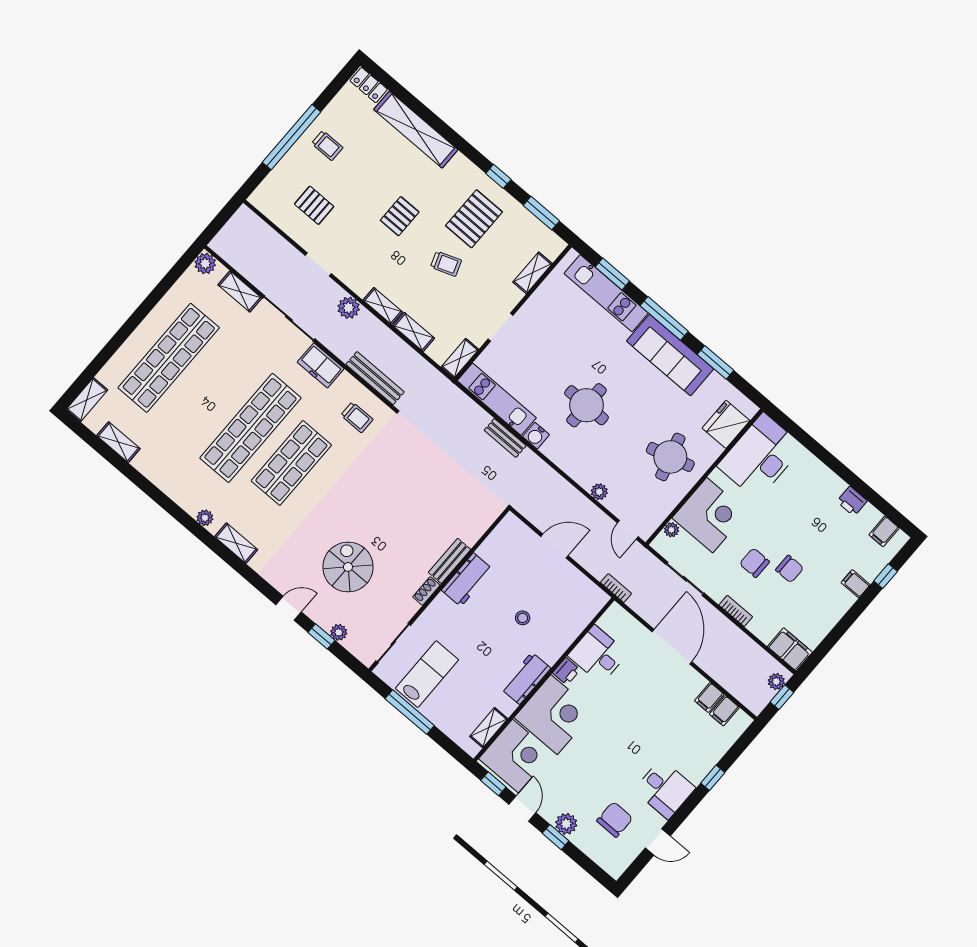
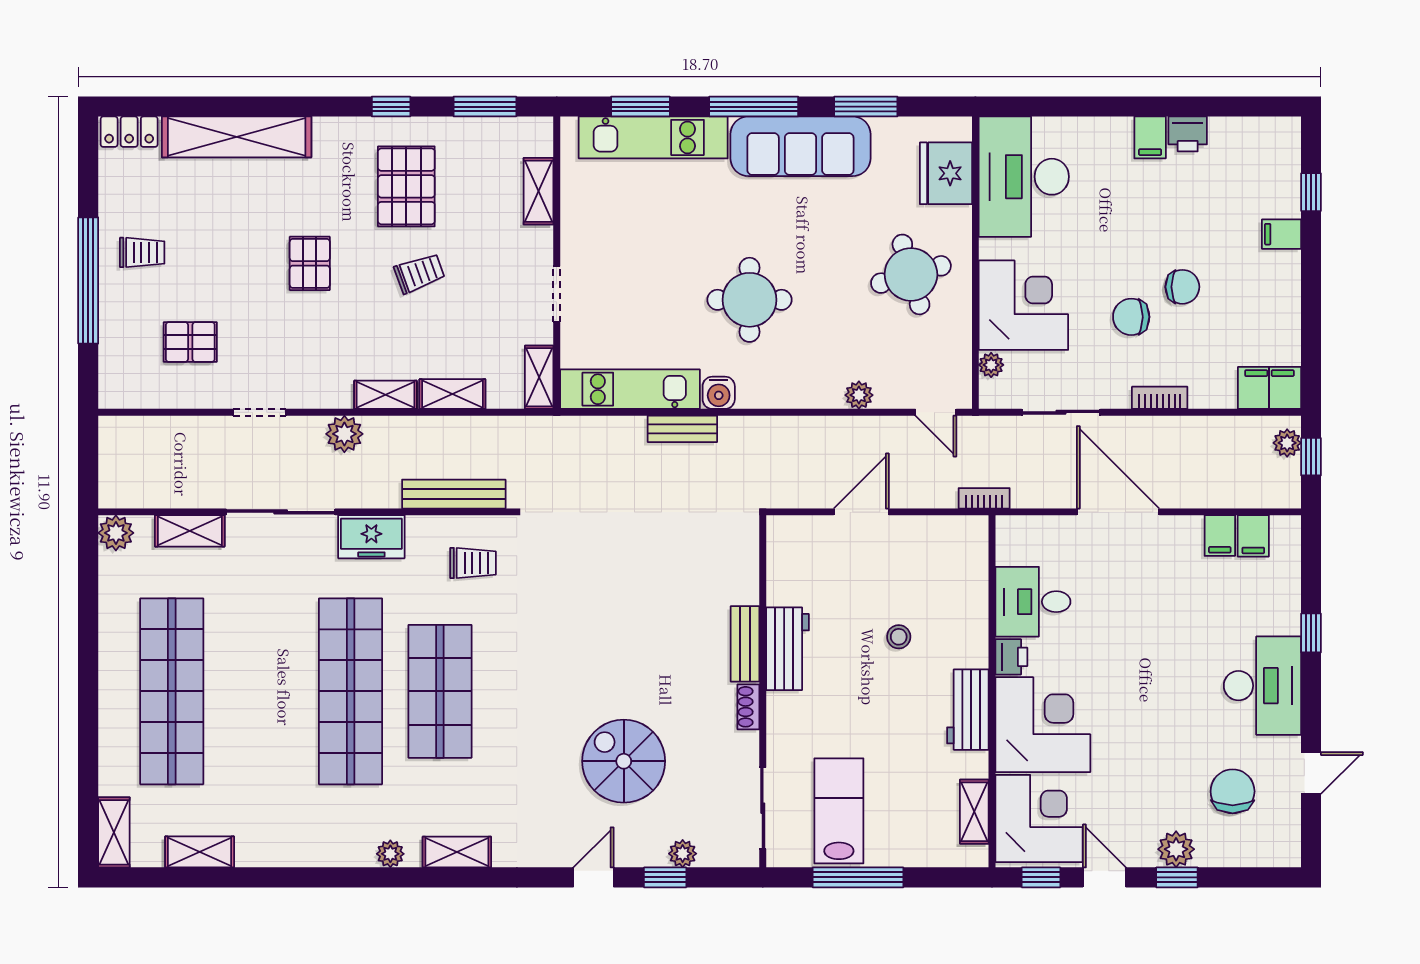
filing cabinet: (884, 531) -> (1150, 137), moved
desk: (665, 789) -> (1262, 686), width x1.37

